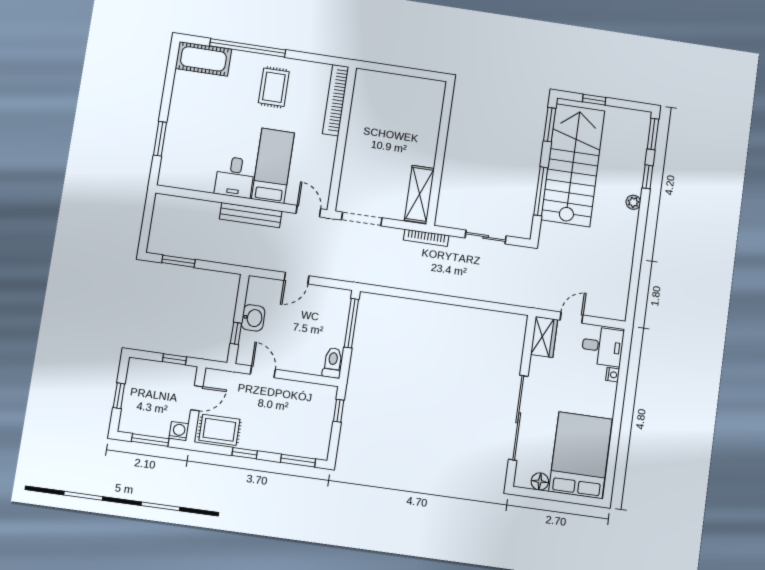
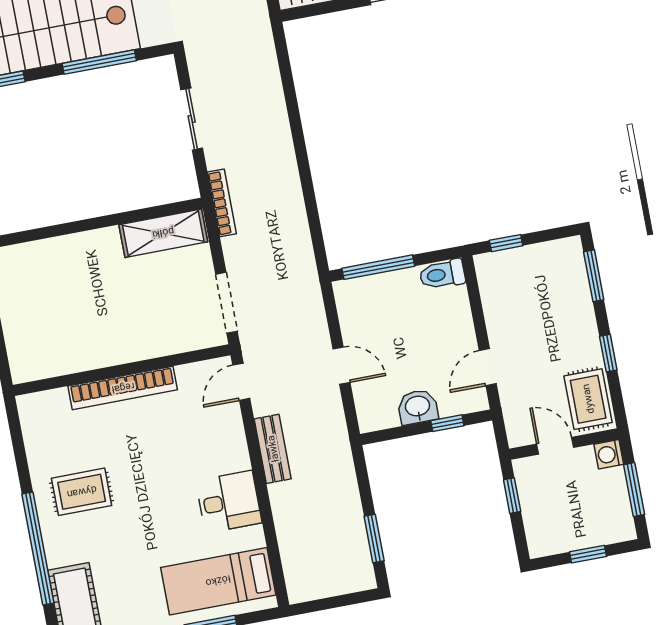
bookcase: (336, 100) -> (123, 388), moved
bed: (273, 166) -> (218, 581), moved
bench: (251, 215) -> (273, 449), width x0.73

